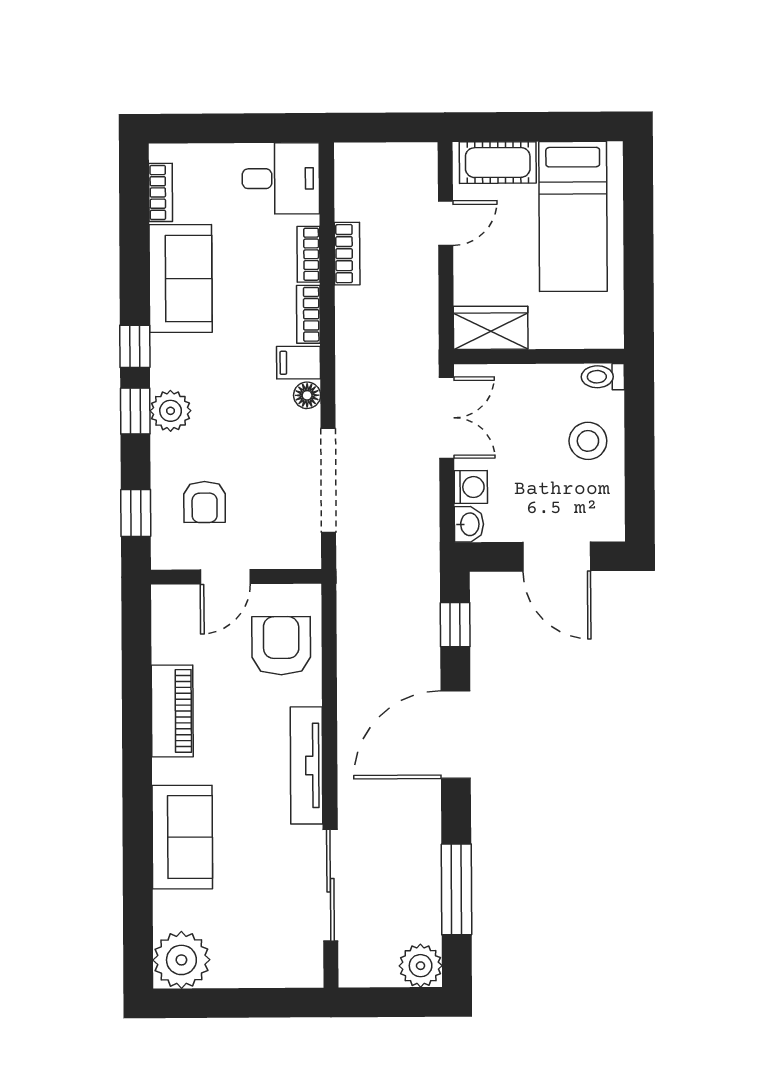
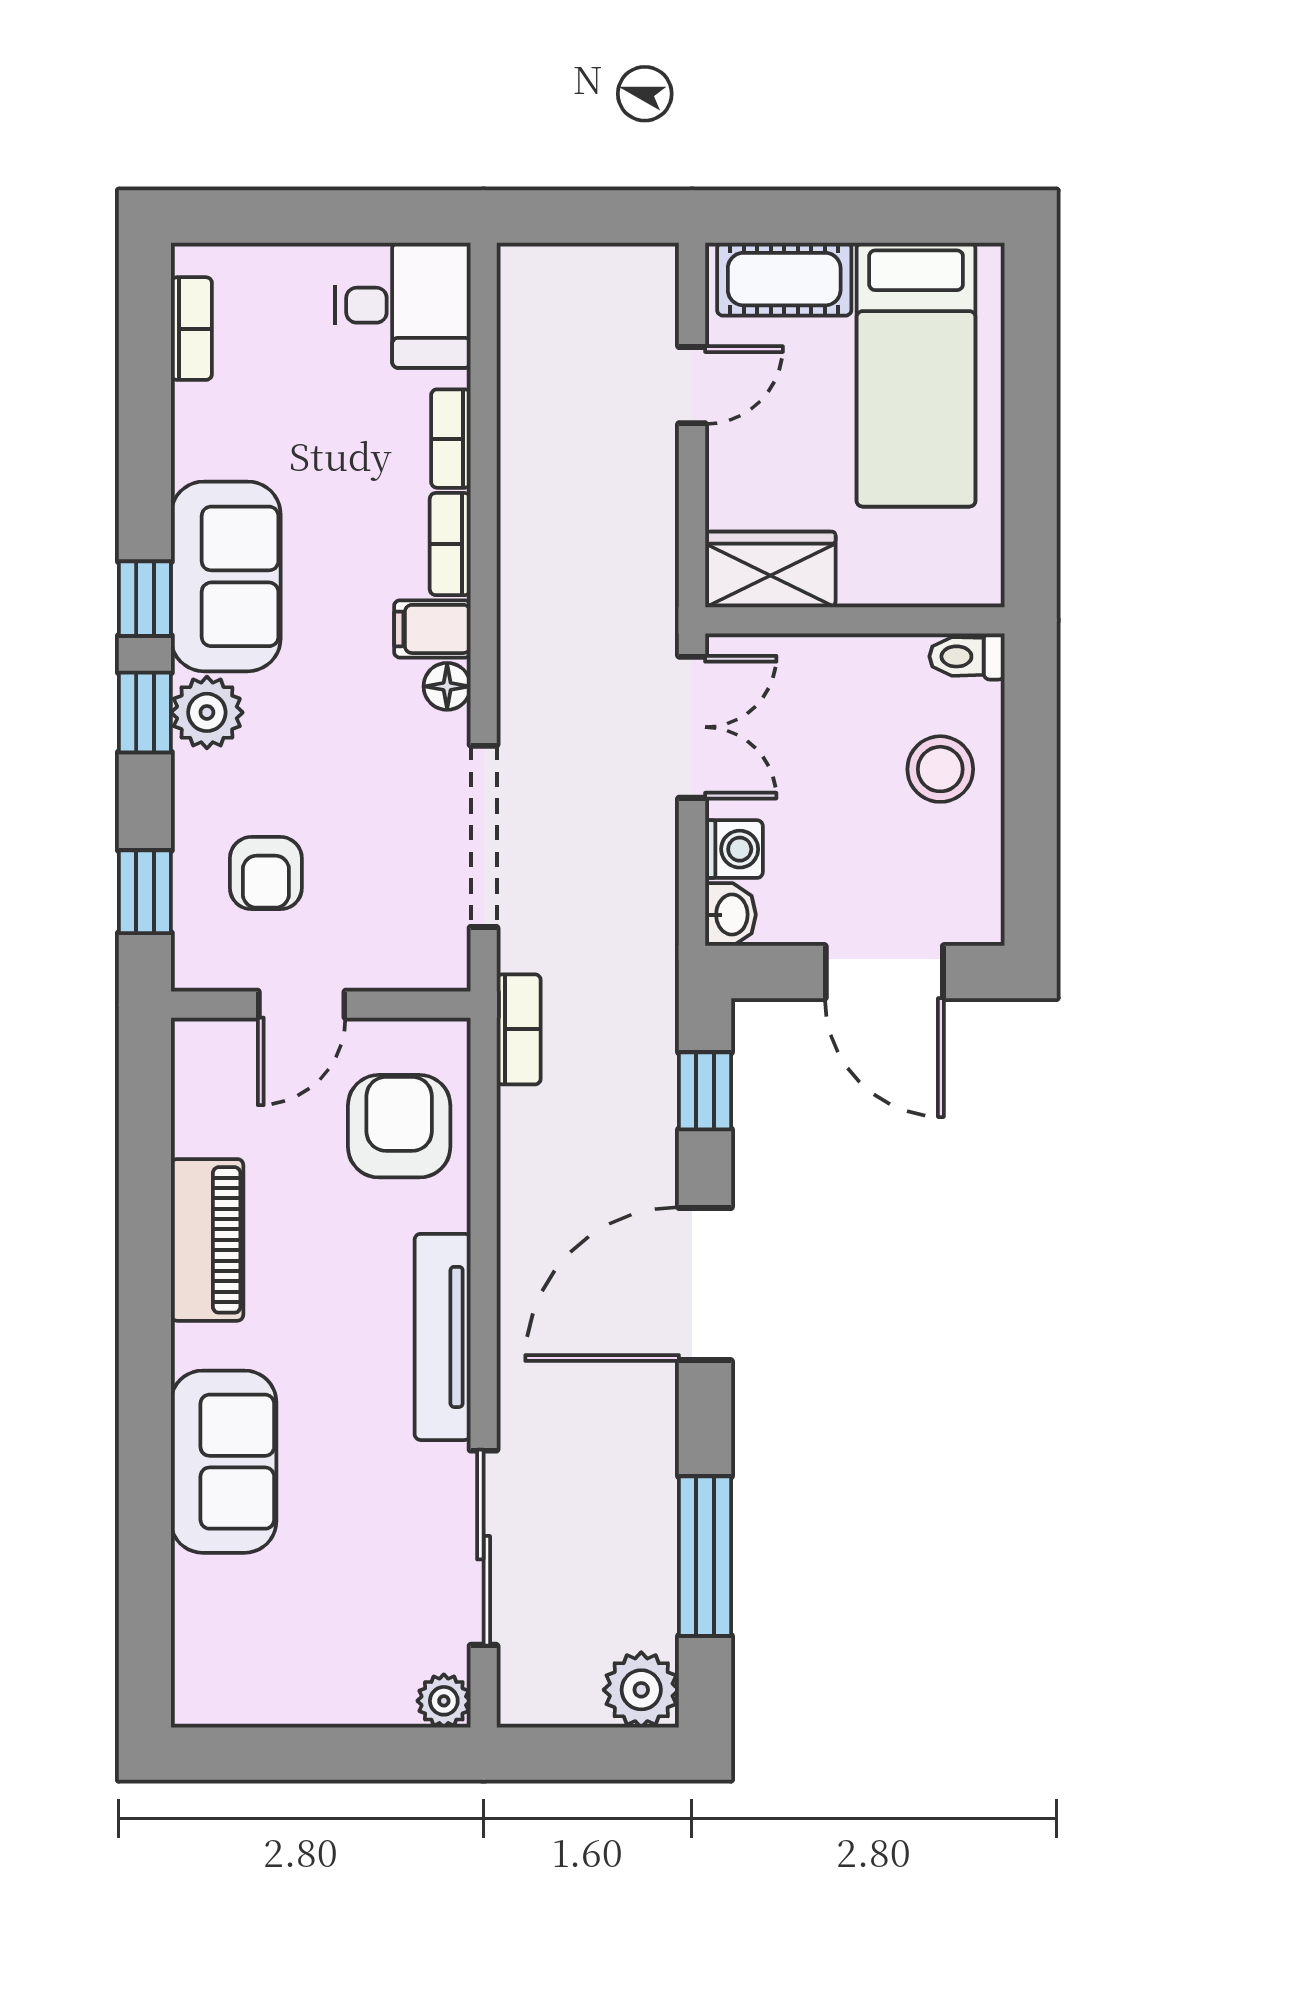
bookcase: (347, 254) -> (519, 1029), moved
sofa: (181, 278) -> (226, 576), moved
plant: (181, 960) -> (444, 1701), moved, width x0.53, depth x0.53

